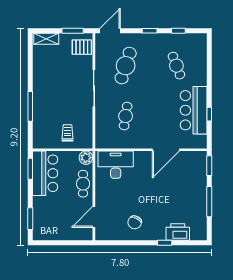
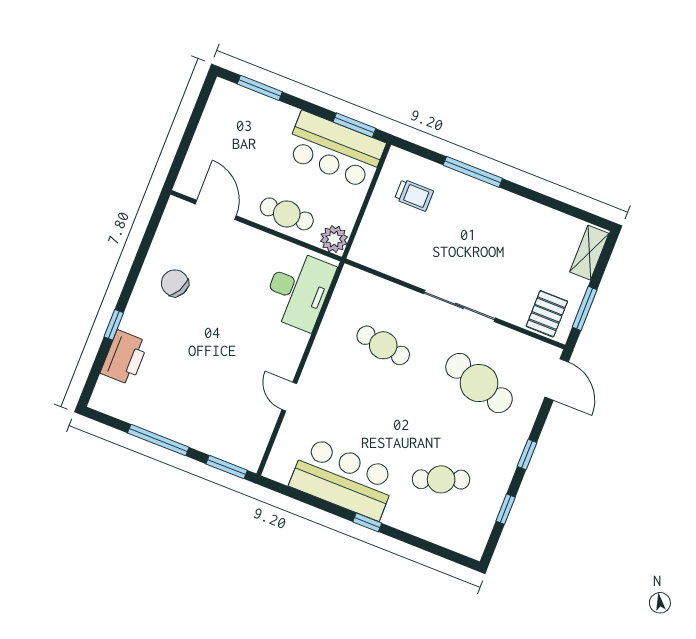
window: (209, 114) -> (367, 522), moved
trolley: (68, 133) -> (414, 195), moved
door: (166, 150) -> (289, 397), width x0.53

